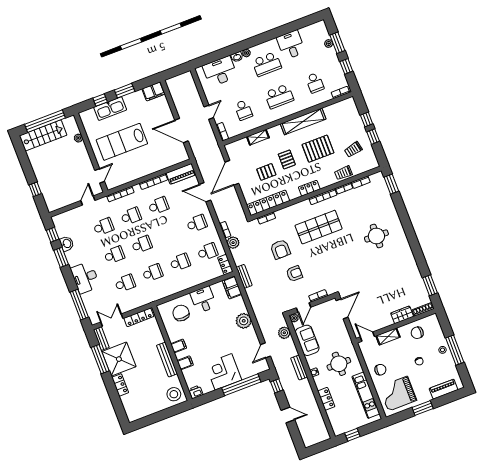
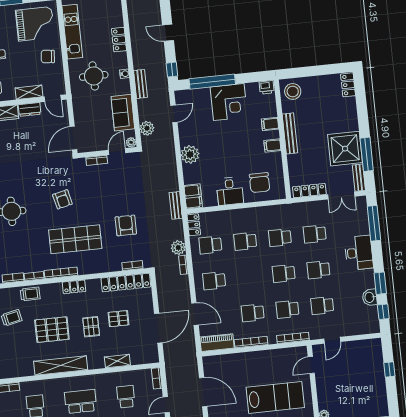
armchair: (294, 274) -> (62, 199), moved, turned -103
dresser: (384, 323) -> (30, 109), added
locker: (120, 385) -> (348, 85), moved

